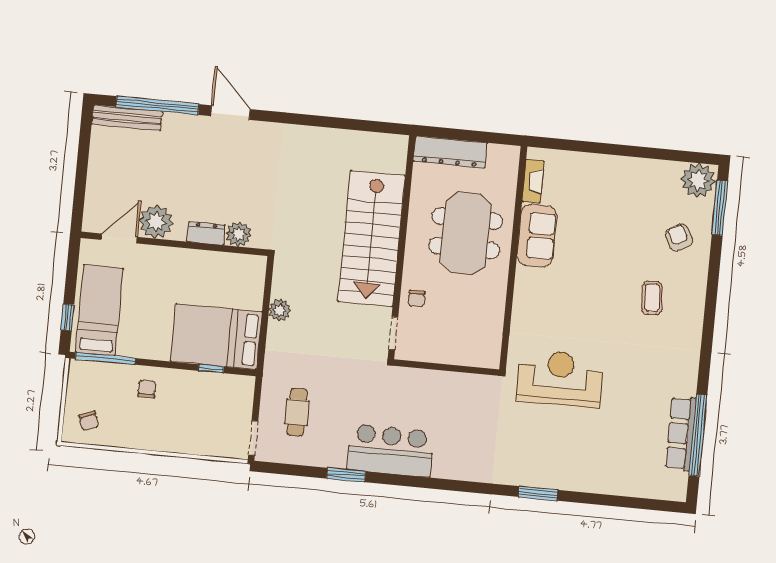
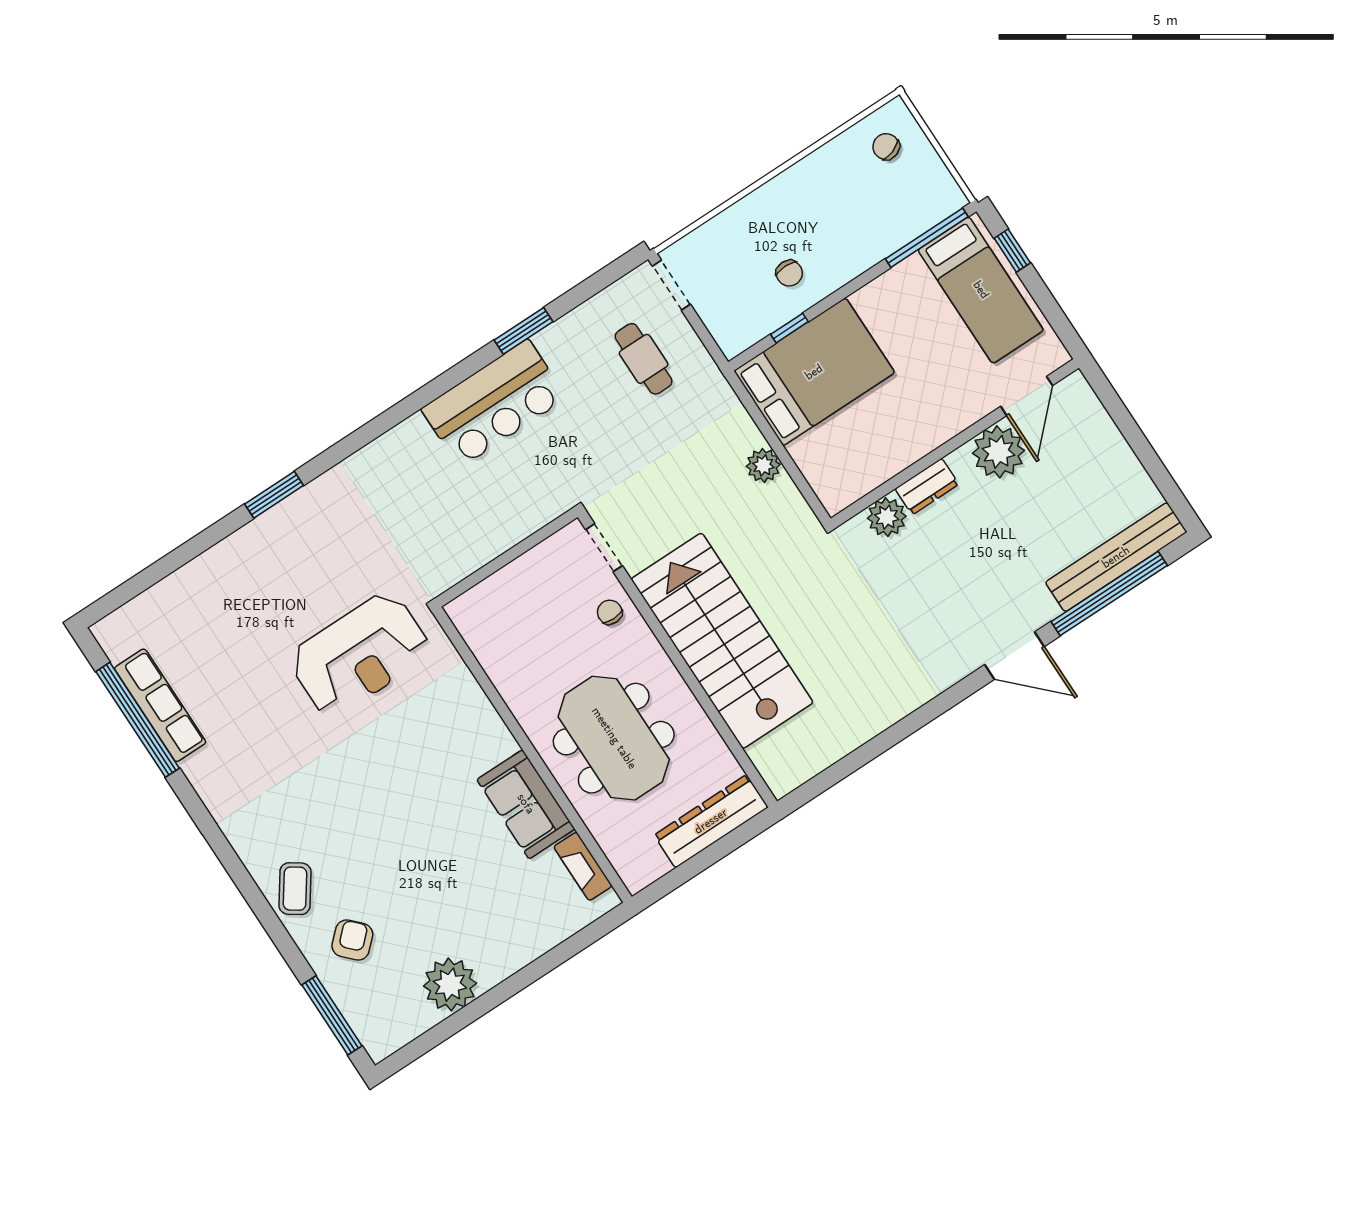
bench: (127, 118) -> (1116, 557), width x1.37, depth x1.21
plant: (698, 180) -> (450, 985), moved
armchair: (679, 237) -> (352, 940), turned -104
coffee table: (652, 298) -> (295, 889), moved, turned 39
chair: (147, 389) -> (789, 273), moved

